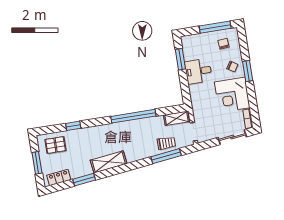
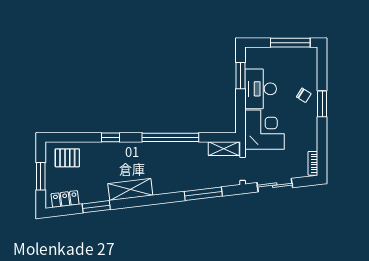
chair: (224, 44) -> (297, 65), removed
desk: (198, 71) -> (261, 89), width x1.37
corner desk: (232, 95) -> (265, 130), moved, turned 180
window: (73, 126) -> (111, 137), moved
sliding door: (232, 137) -> (275, 185), moved
trolley: (166, 143) -> (206, 178), removed

